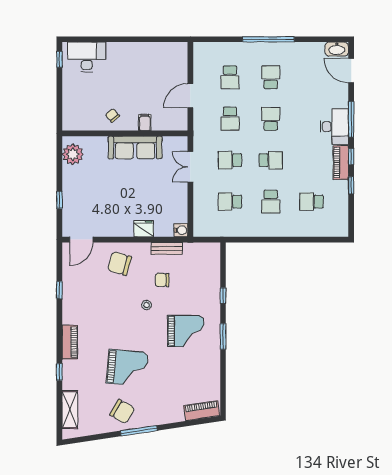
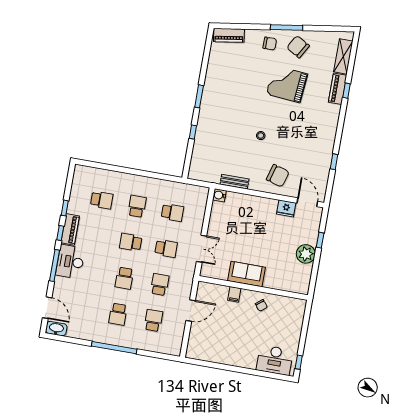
sofa: (135, 147) -> (247, 274), width x0.73
plant: (73, 154) -> (306, 254), moved
fridge: (144, 229) -> (286, 208), moved
door: (81, 240) -> (307, 202), hinge flipped
chair: (162, 280) -> (270, 44), moved
grand piano: (186, 331) -> (230, 107), removed
piano: (70, 342) -> (338, 89), moved

